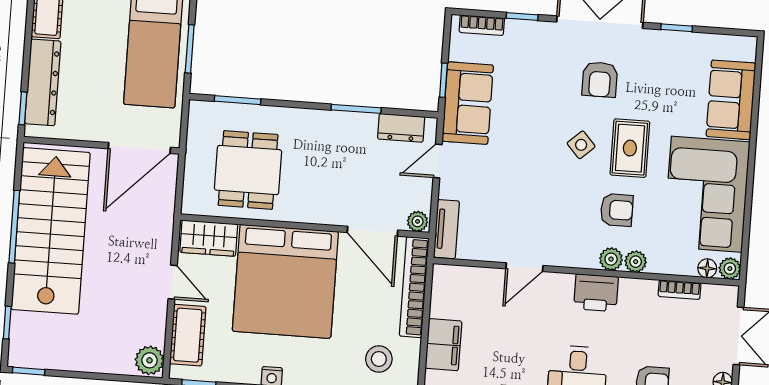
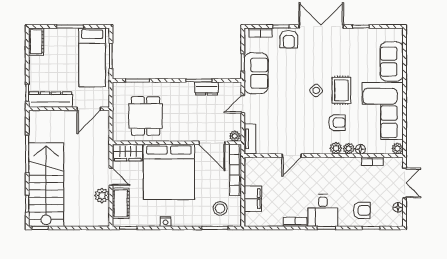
armchair: (600, 79) -> (289, 39), moved
dresser: (43, 82) -> (51, 100), moved, turned -90
dresser: (401, 128) -> (206, 88), moved
door: (139, 148) -> (89, 109), width x0.73
stairs: (51, 231) -> (46, 185), moved
floor lamp: (707, 268) -> (360, 149), moved
printer: (596, 293) -> (329, 166), removed
plant: (150, 360) -> (102, 196), moved

